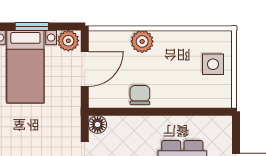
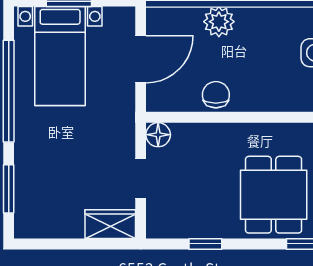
plant: (68, 41) -> (118, 21), removed

